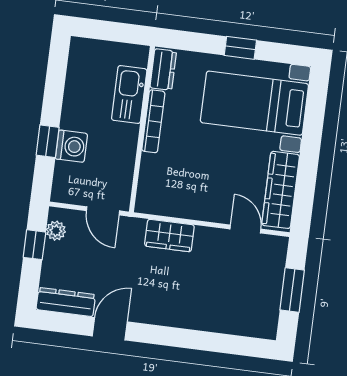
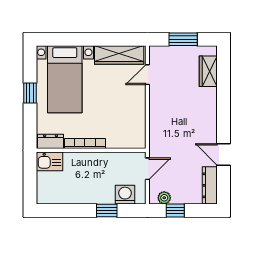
kitchen sink: (129, 95) -> (49, 161), moved, width x0.73
washing machine: (71, 146) -> (125, 195), moved
wardrobe: (169, 235) -> (208, 71), moved, turned 180

